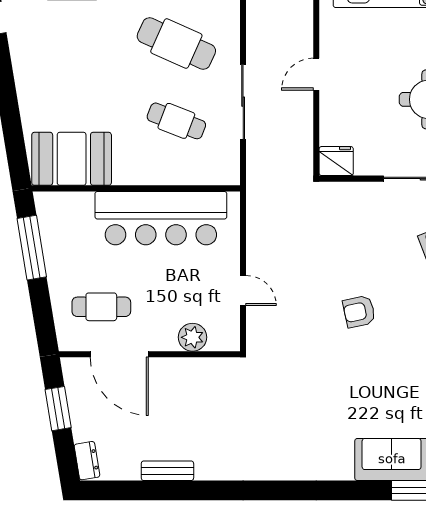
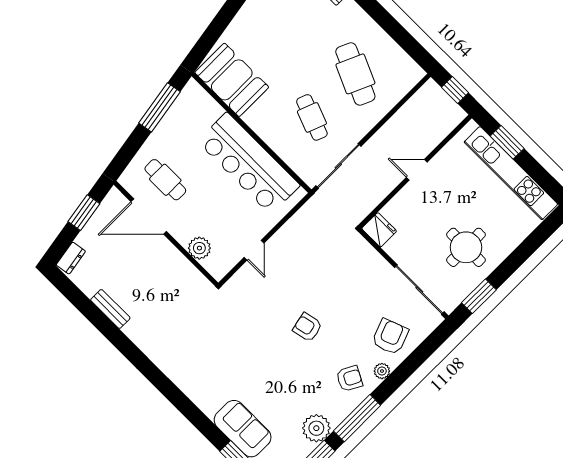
sliding door: (243, 102) -> (338, 166), moved
door: (119, 354) -> (149, 216), hinge flipped

